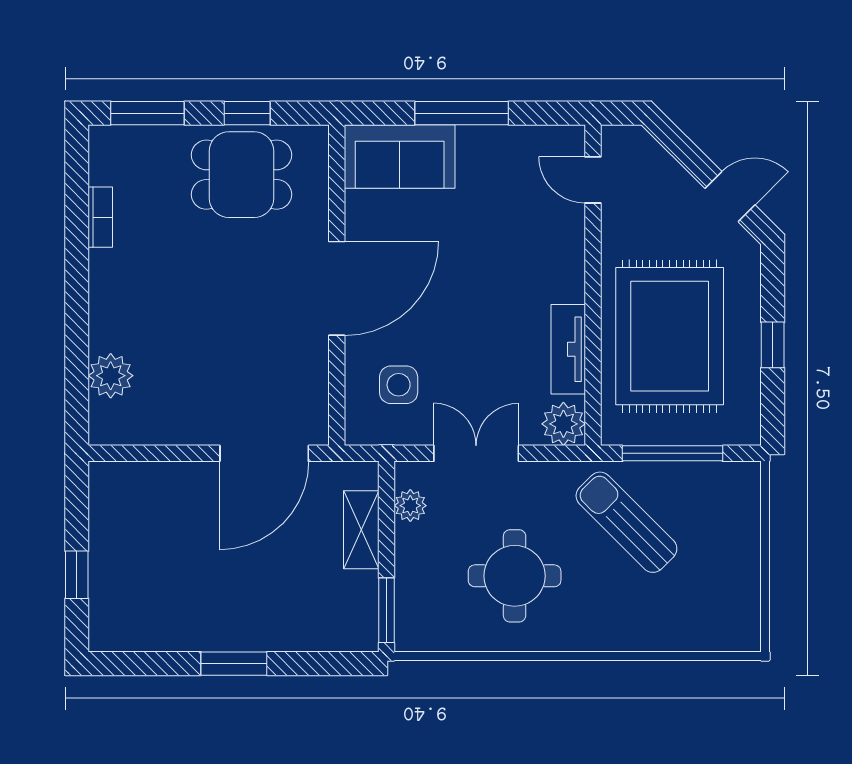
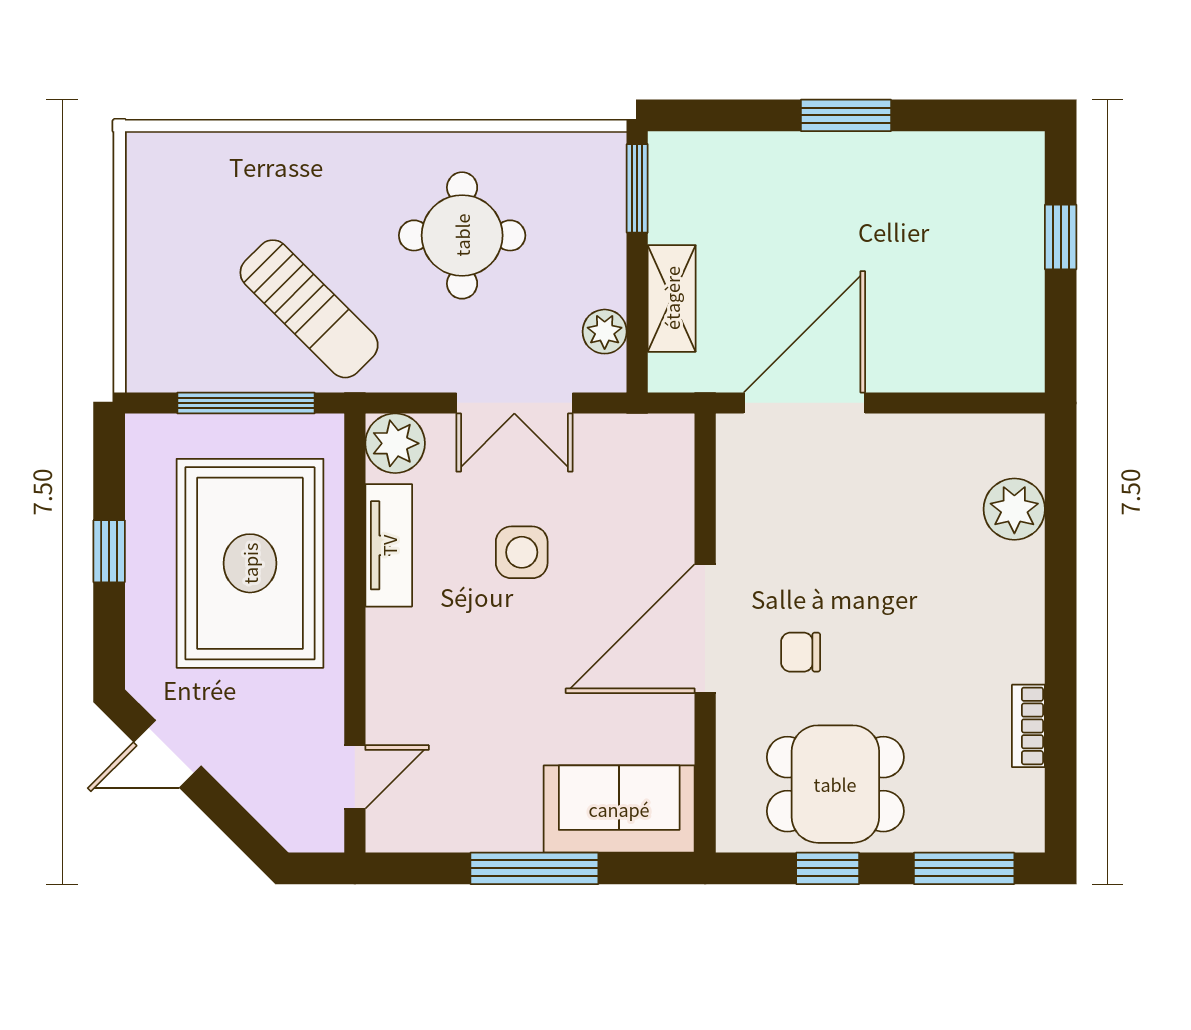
door: (593, 180) -> (355, 777), hinge flipped
chair: (267, 271) -> (801, 652), added
side table: (399, 385) -> (522, 552), moved

